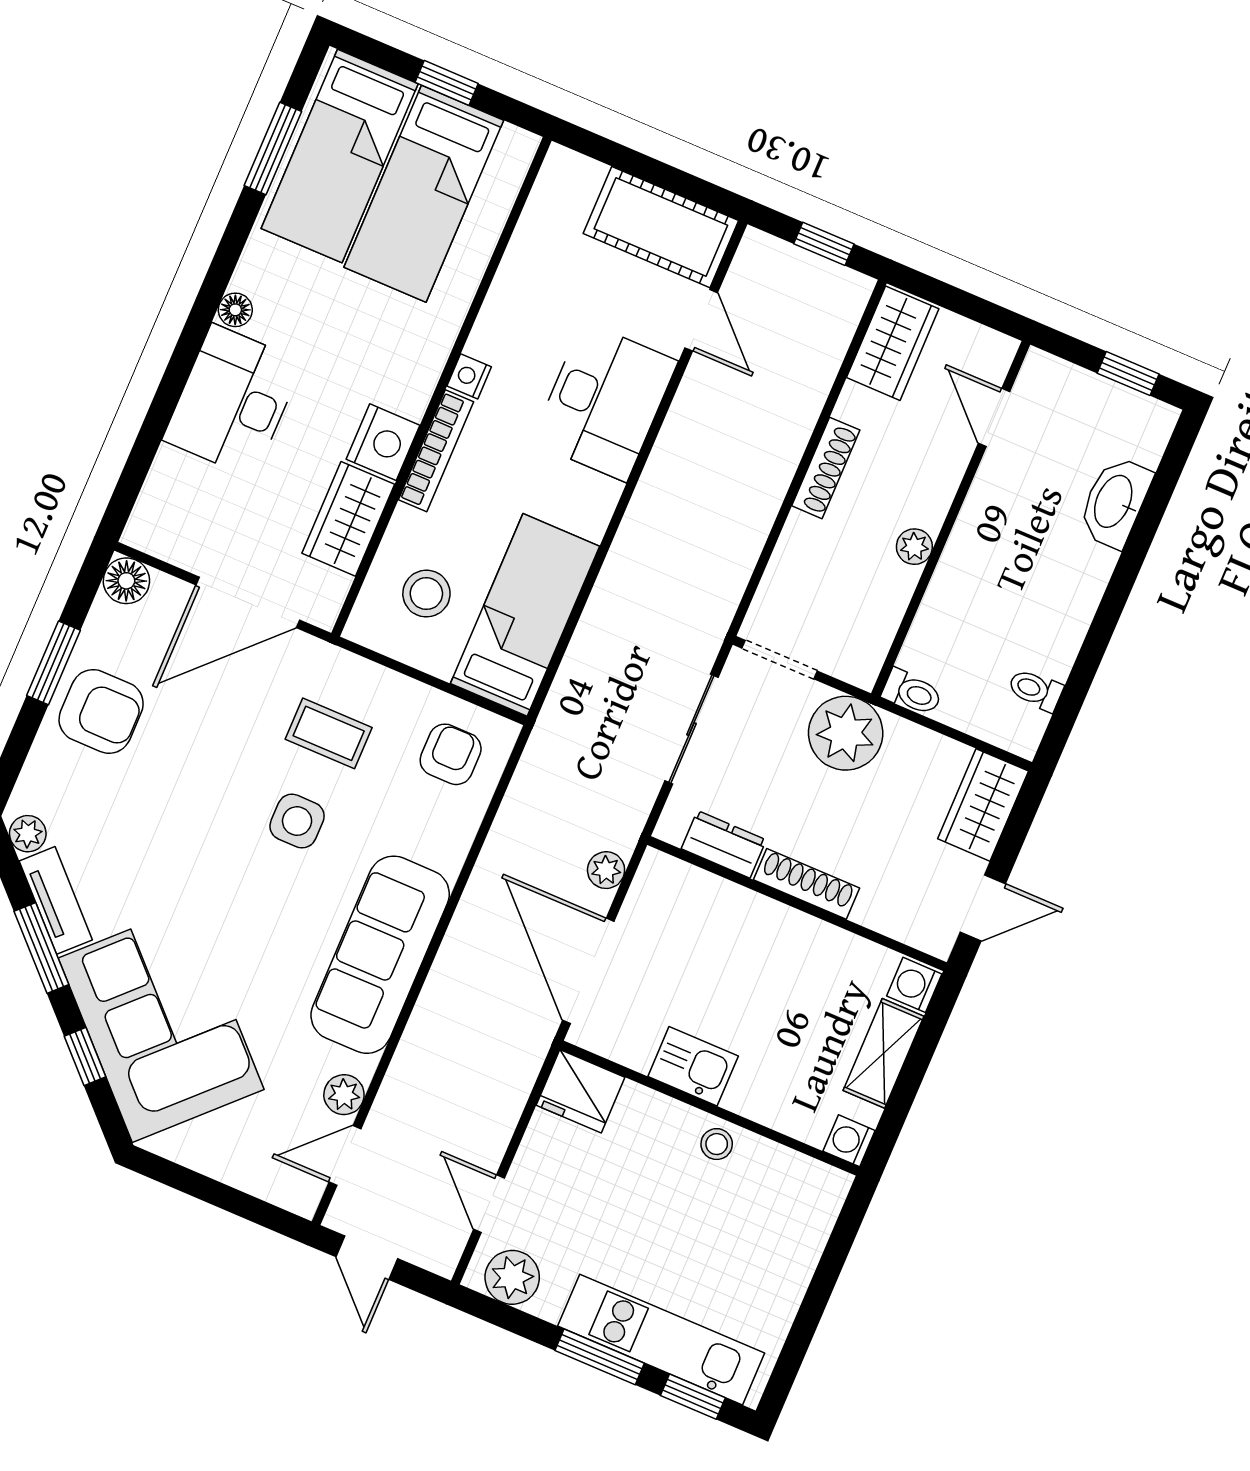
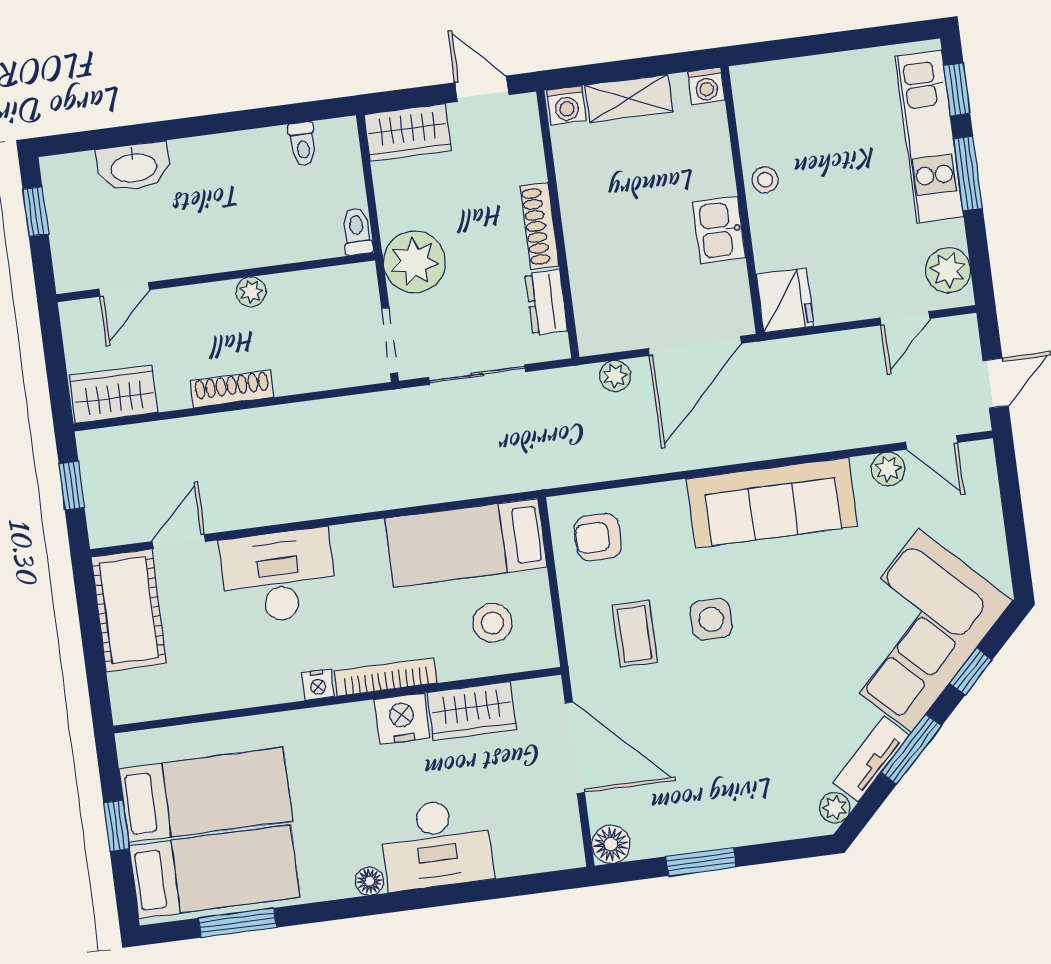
armchair: (101, 711) -> (716, 807), removed

